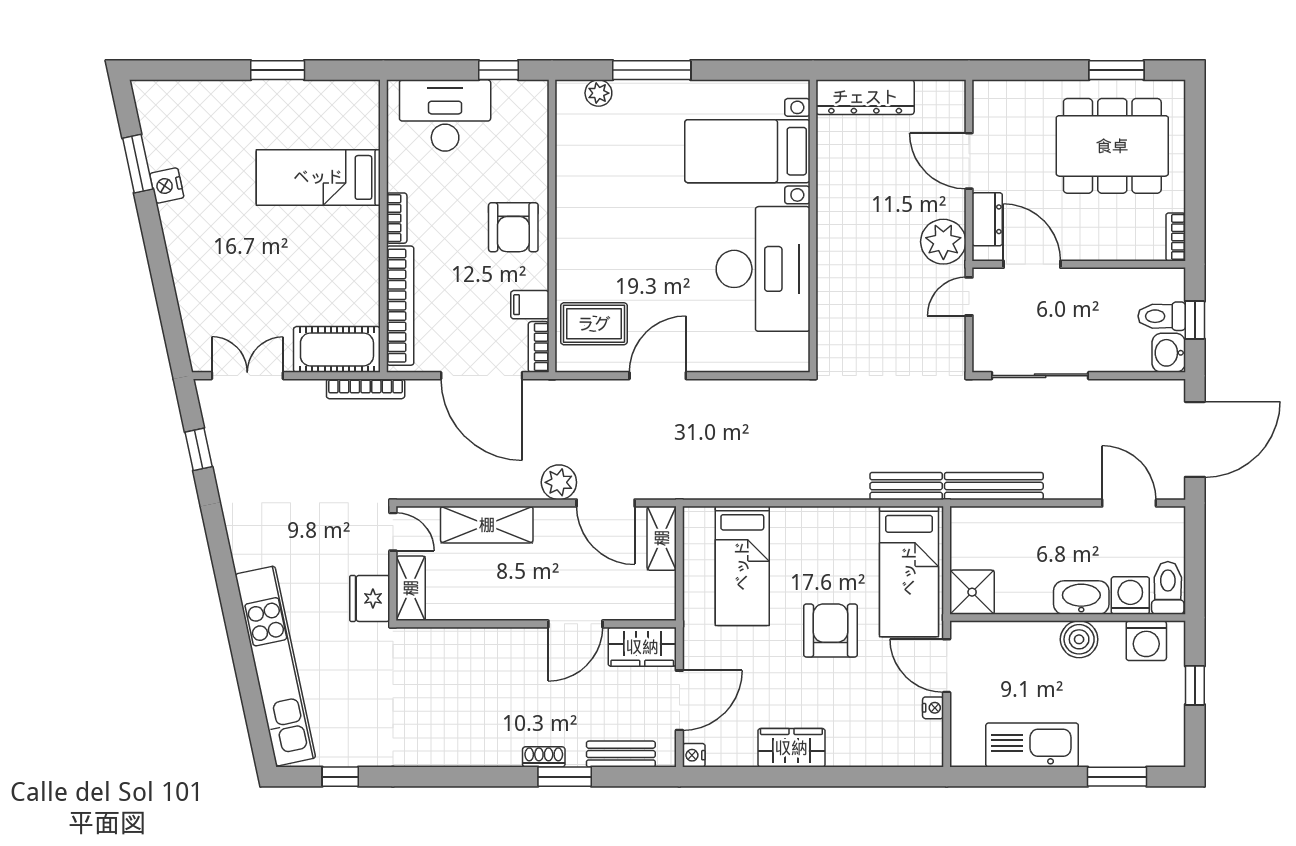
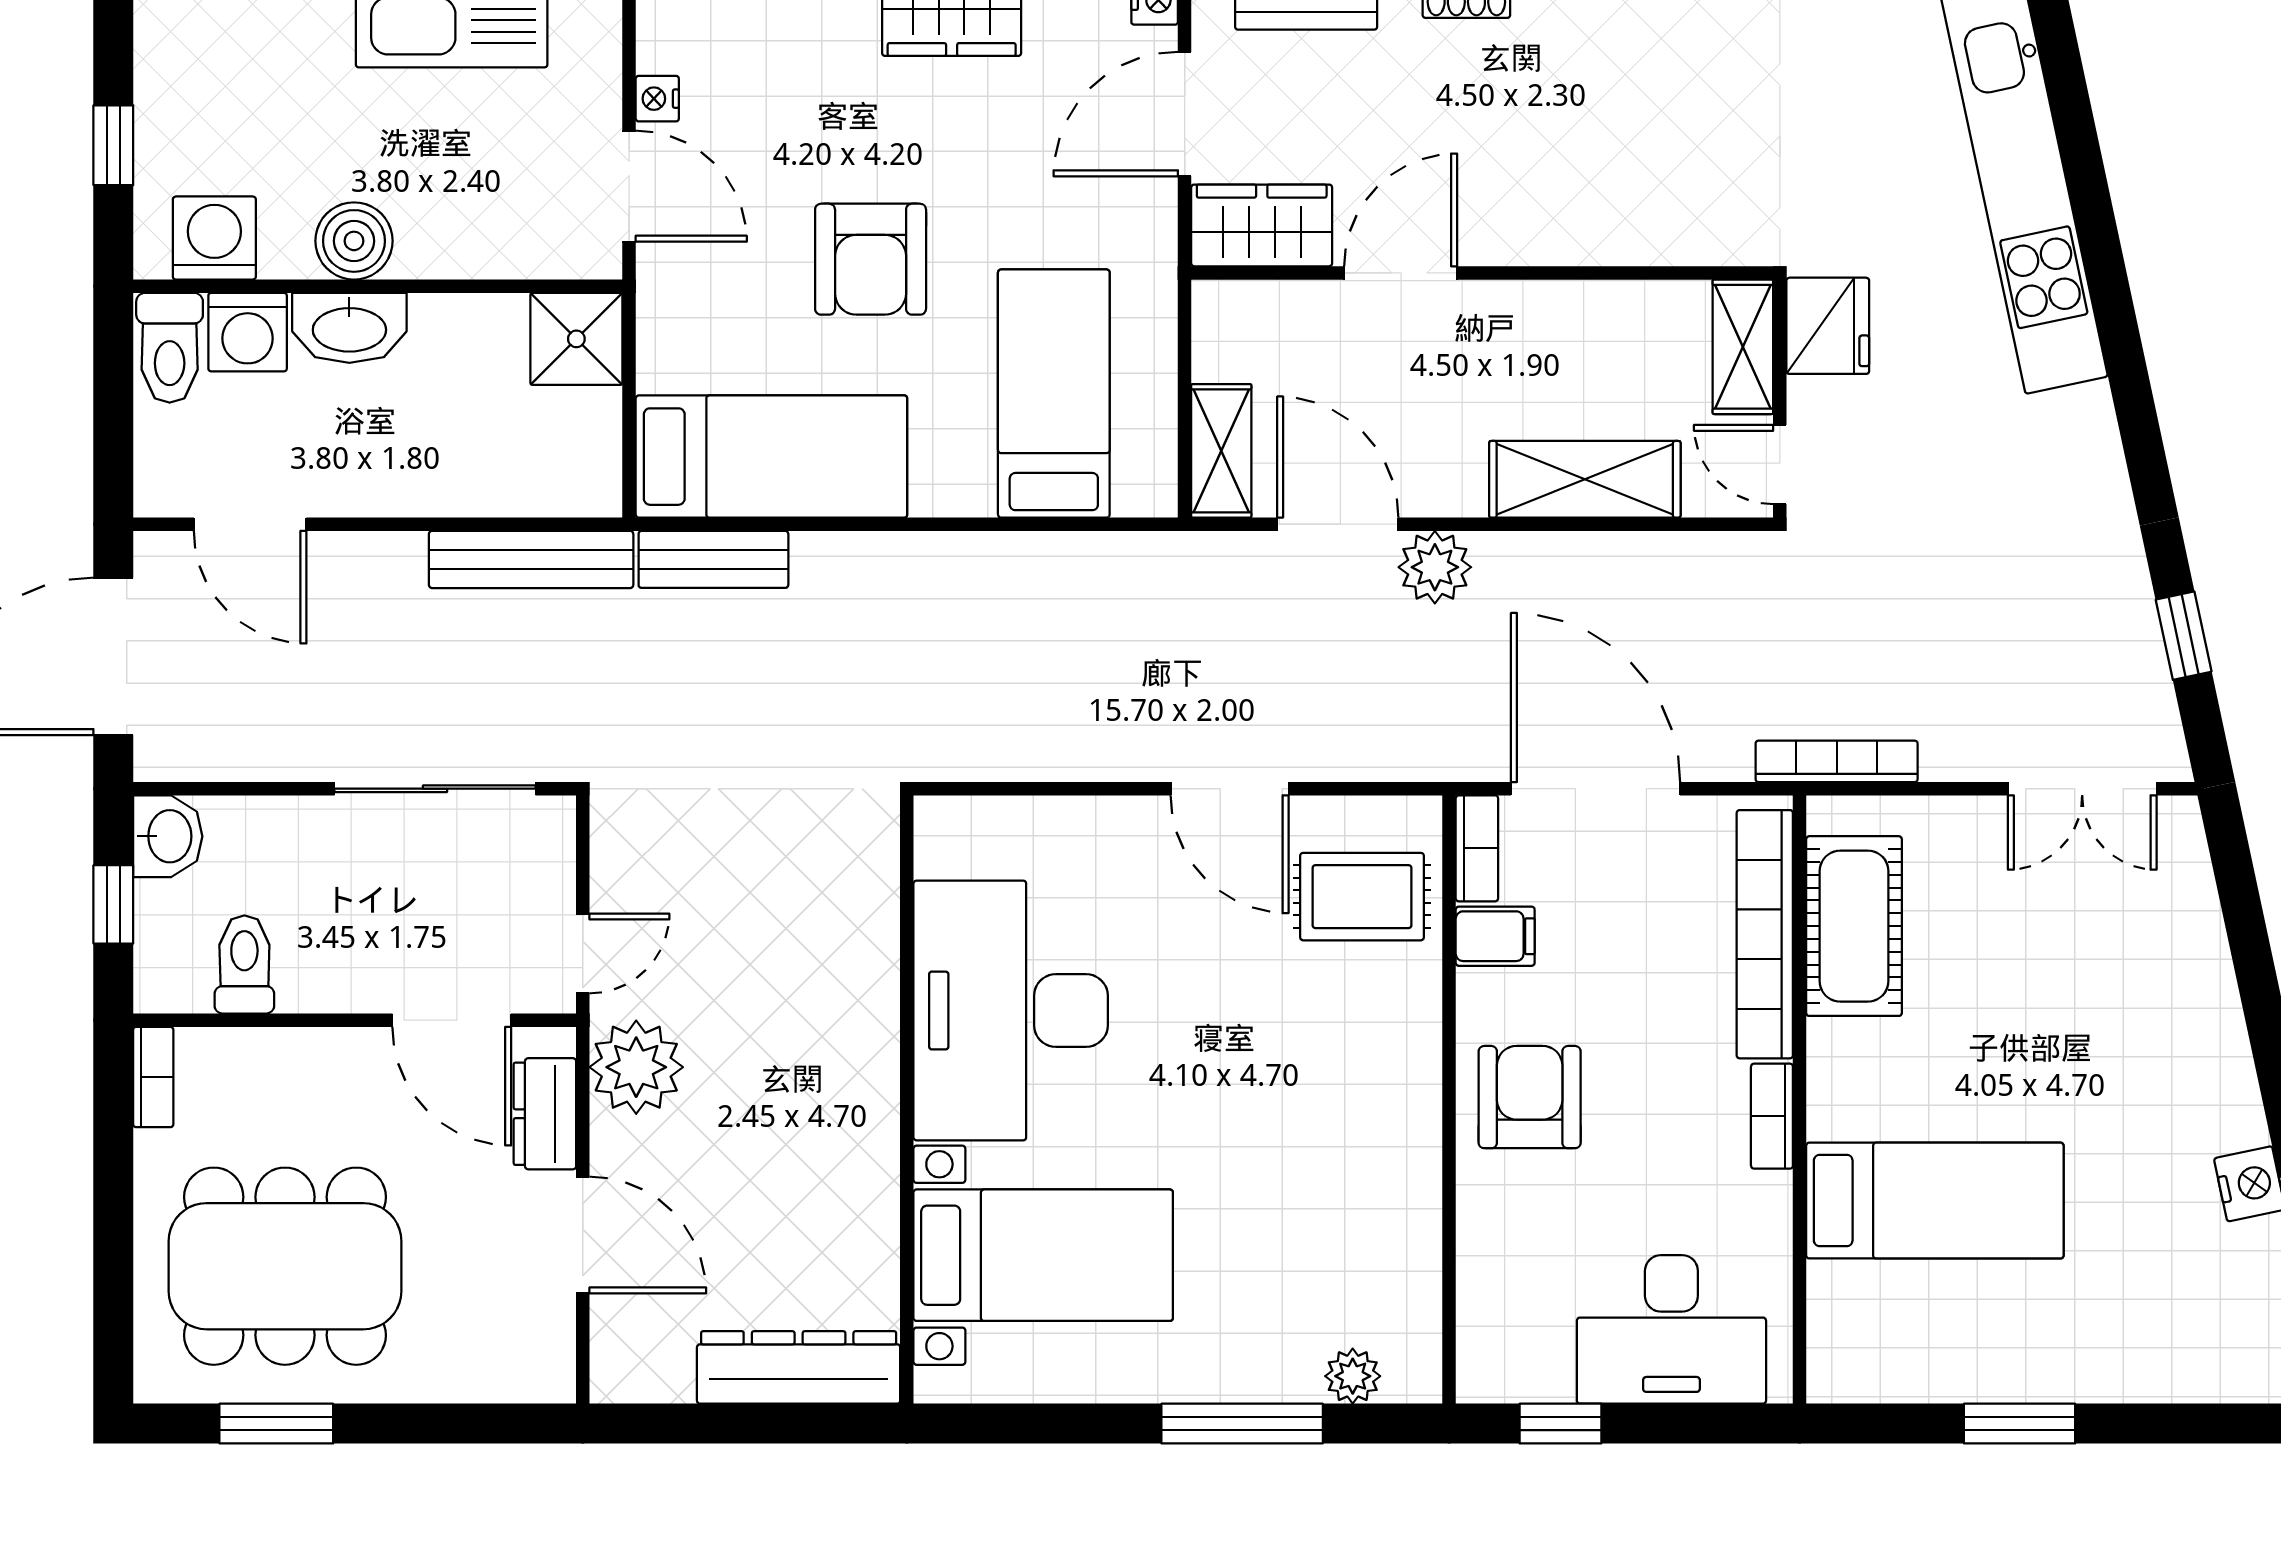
toilet: (1162, 316) -> (244, 964), moved, turned -90
cot: (337, 349) -> (1854, 926), moved, turned 90
door: (658, 376) -> (1230, 789), hinge flipped
bed: (909, 571) -> (771, 457), moved, turned 90

